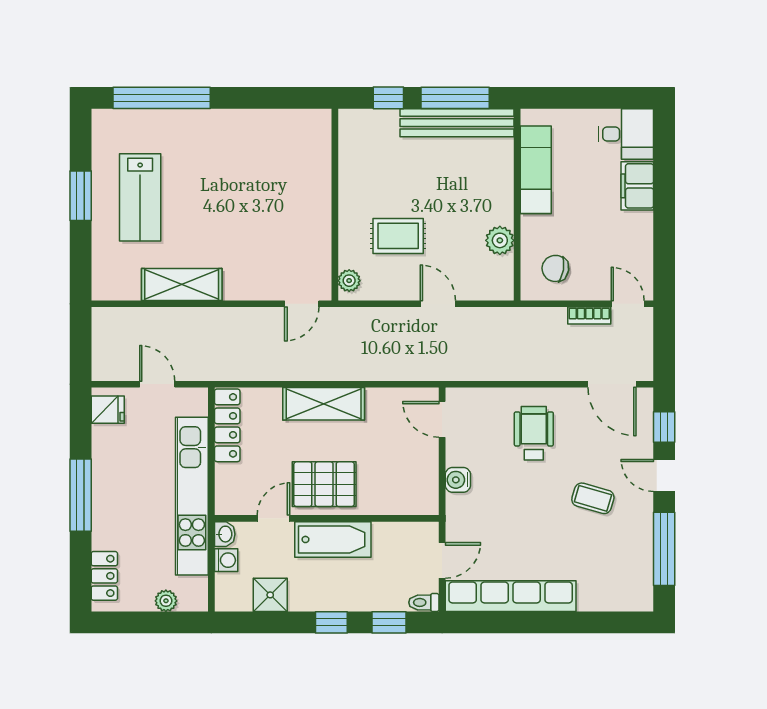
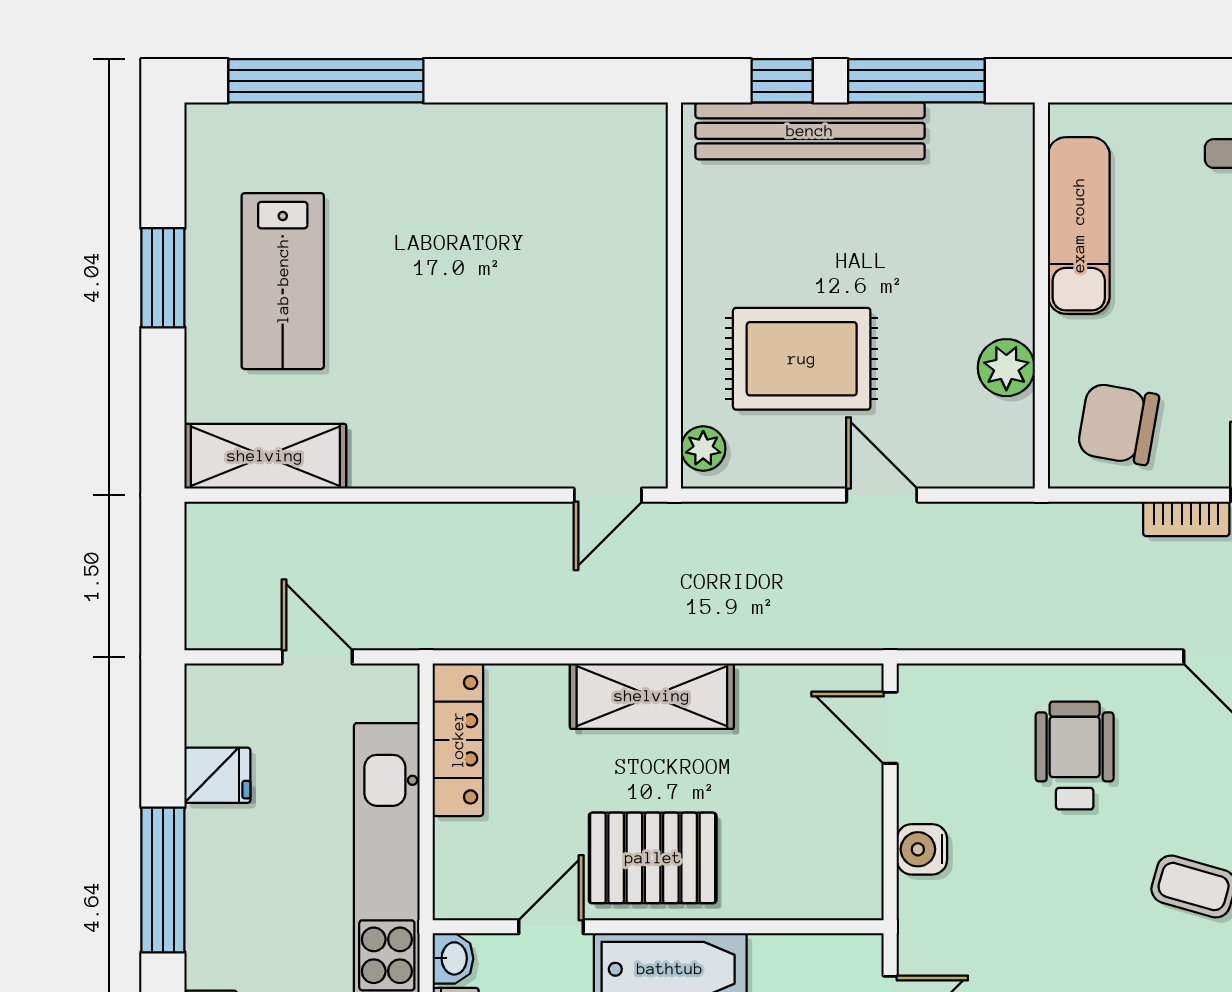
bench: (457, 123) -> (810, 131), moved
rug: (398, 236) -> (802, 359), width x1.36, depth x1.43
chair: (555, 268) -> (1118, 424), width x1.37, depth x1.37
shelving: (182, 284) -> (265, 456), moved
fridge: (108, 410) -> (217, 775), moved

